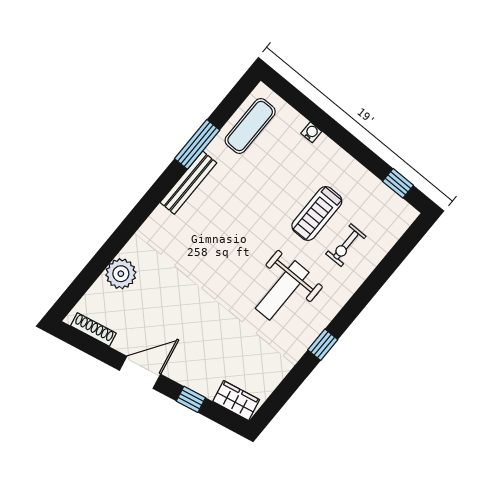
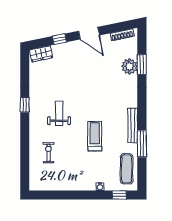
window: (398, 183) -> (119, 195), moved
treadmill: (317, 213) -> (95, 136), moved
window: (100, 261) -> (142, 64), added
weight bench: (282, 290) -> (59, 113), width x0.73, depth x0.75
door: (140, 372) -> (89, 33), hinge flipped

